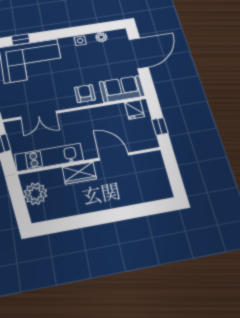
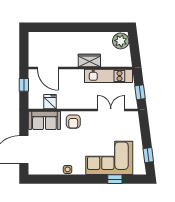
plant: (101, 37) -> (50, 170), removed
fridge: (134, 110) -> (50, 102), moved
door: (114, 157) -> (48, 68), moved
plant: (35, 194) -> (121, 41), moved

